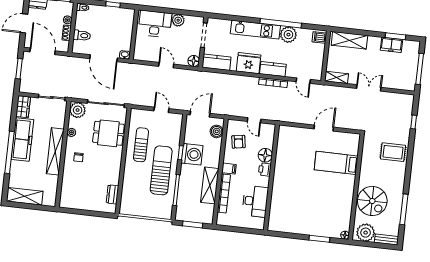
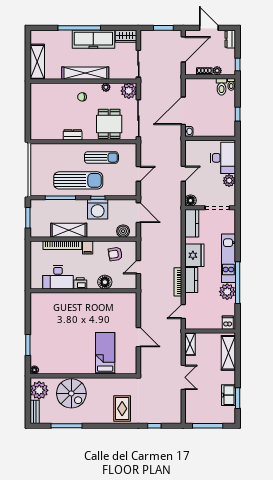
toilet: (82, 35) -> (222, 87), moved
printer: (265, 170) -> (80, 283), moved
dresser: (112, 194) -> (73, 135), moved
shelving: (25, 196) -> (37, 62), moved
spiral stairs: (372, 201) -> (71, 393), turned -90

